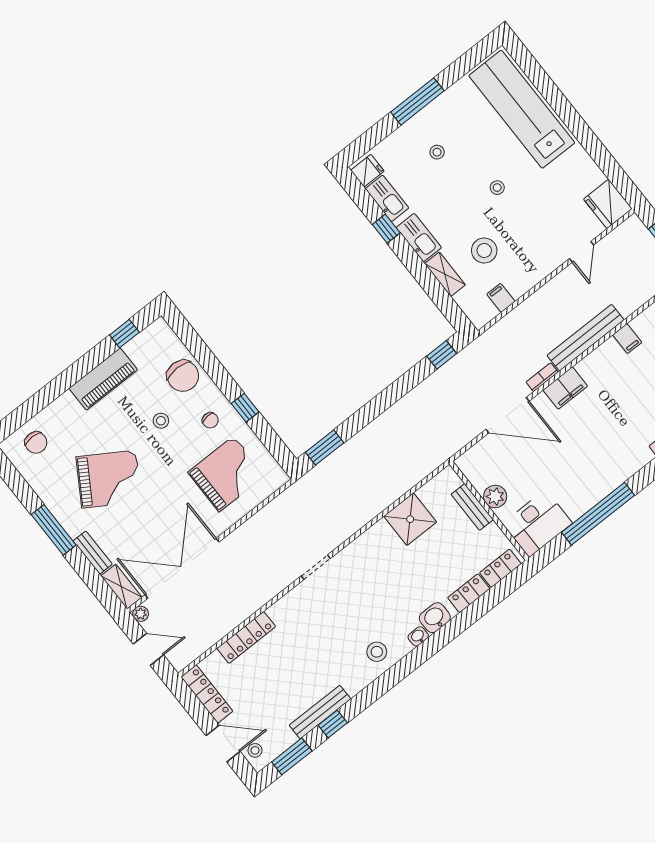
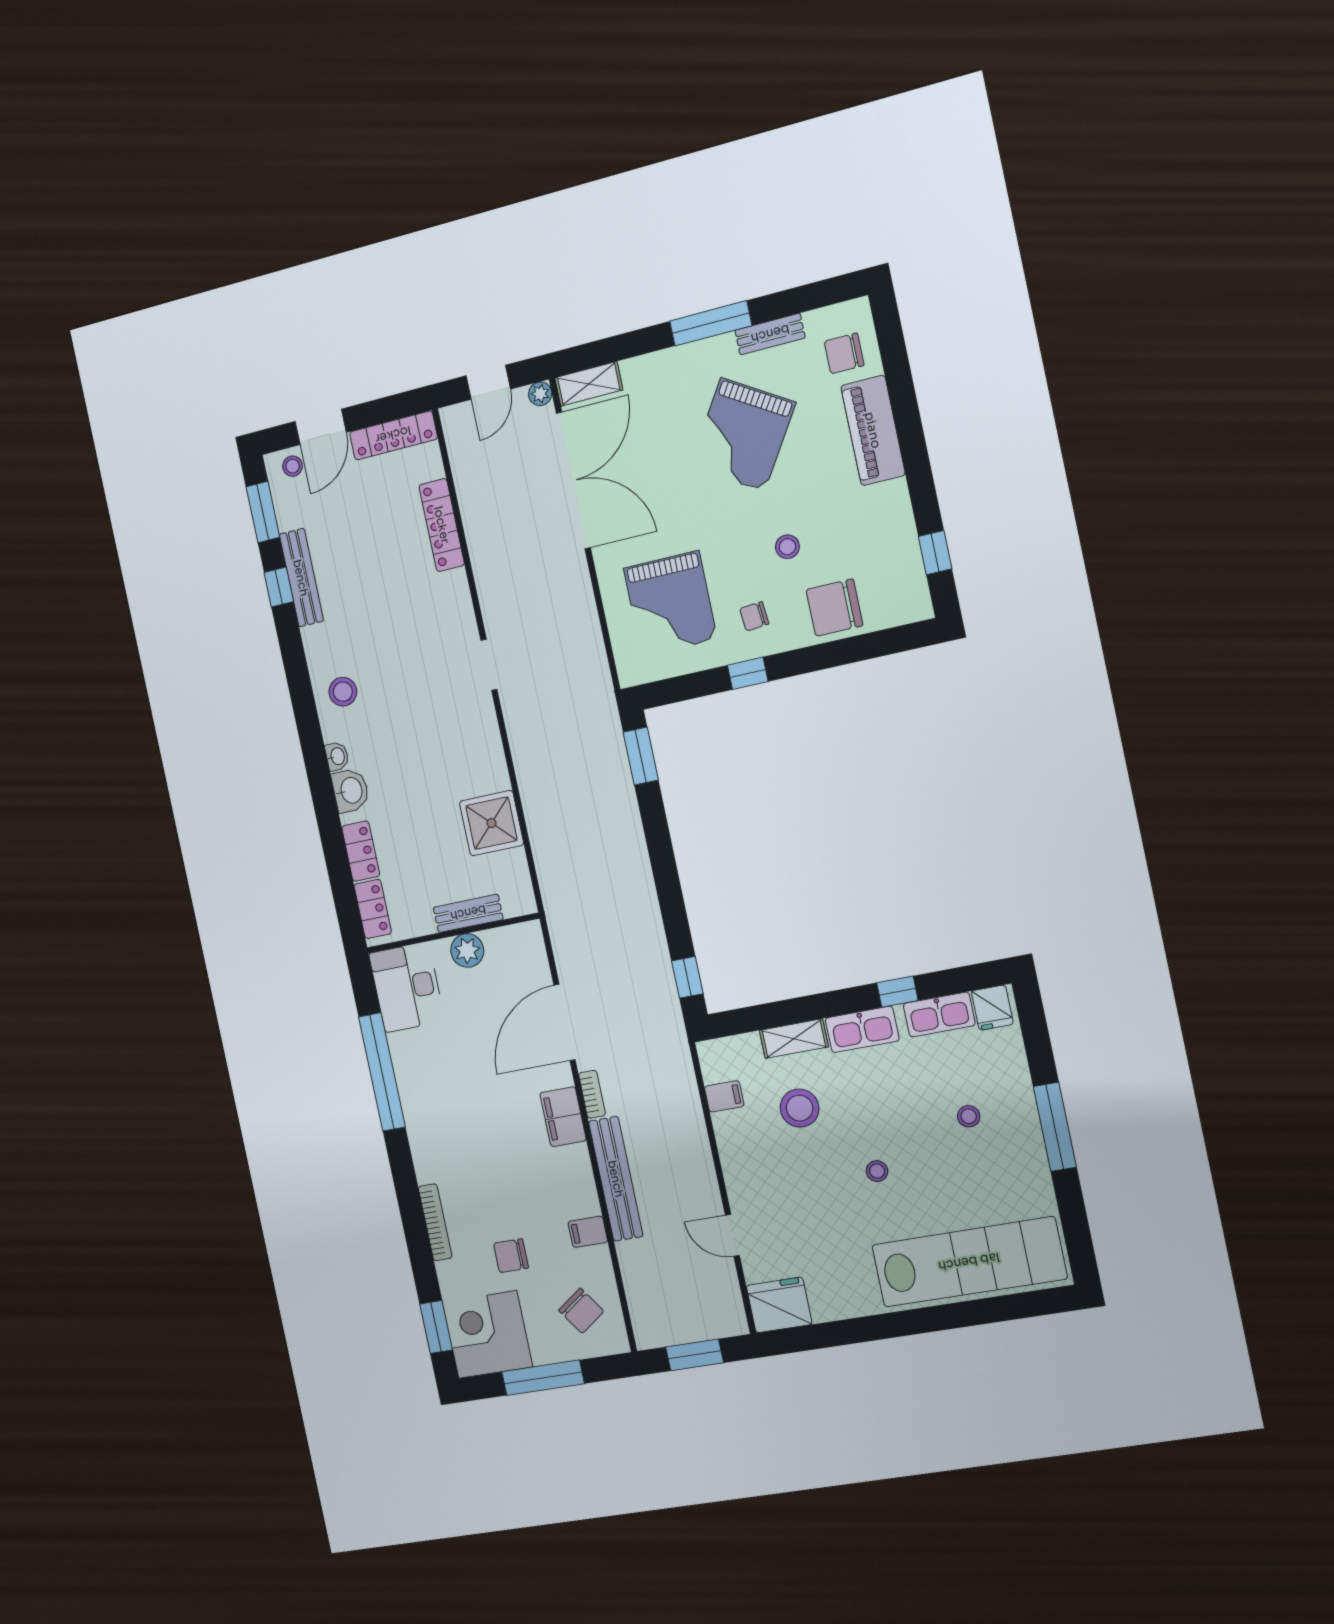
piano: (103, 379) -> (873, 430), moved
bench: (93, 553) -> (770, 334), moved

